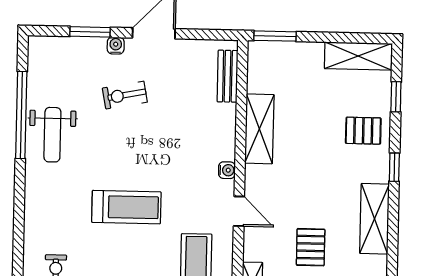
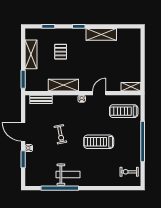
shelving: (358, 56) -> (31, 54), moved
exercise bike: (125, 95) -> (60, 134), moved
pallet: (363, 131) -> (61, 52), moved
treadmill: (126, 207) -> (99, 142), turned -90
pallet: (311, 247) -> (114, 62), removed

